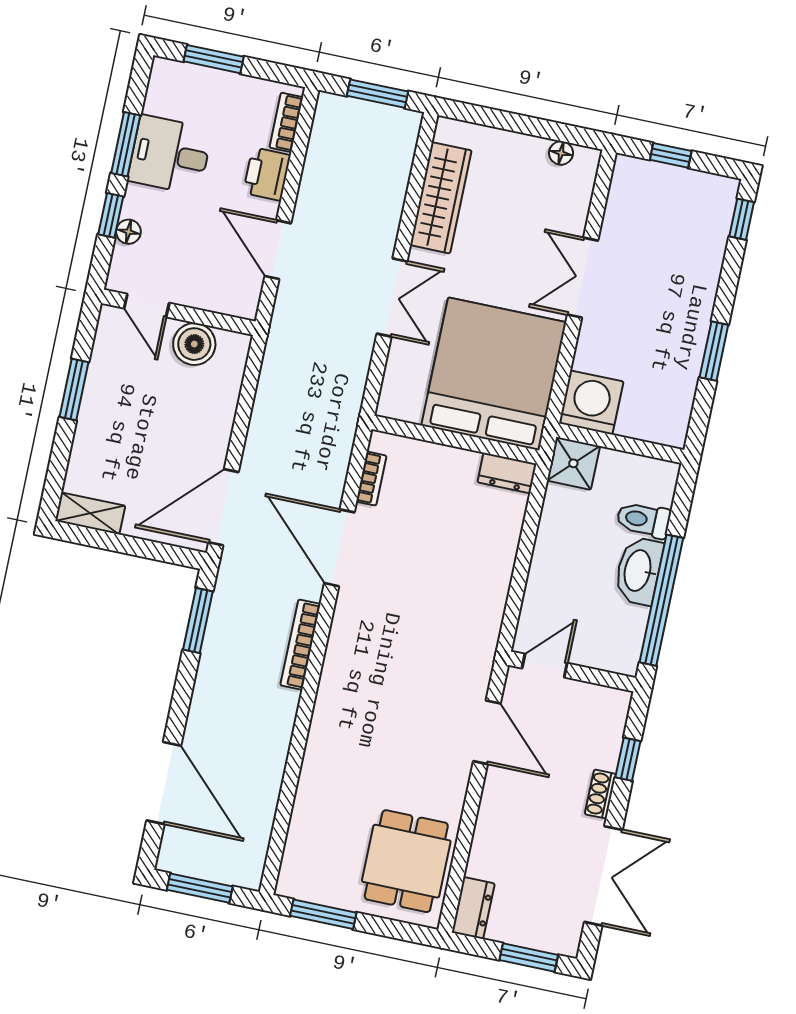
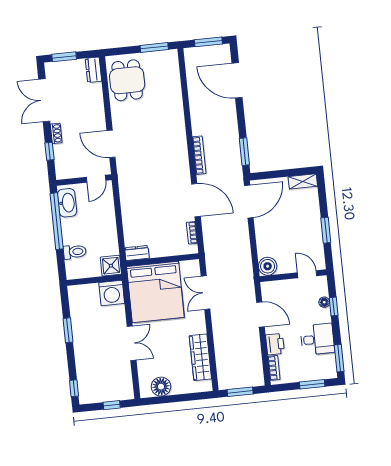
window: (126, 144) -> (339, 358), moved
floor lamp: (561, 153) -> (161, 387), width x1.89, depth x1.89
double door: (392, 297) -> (205, 293), moved
boiler: (194, 344) -> (268, 266), moved
washbasin: (639, 571) -> (67, 203), moved

